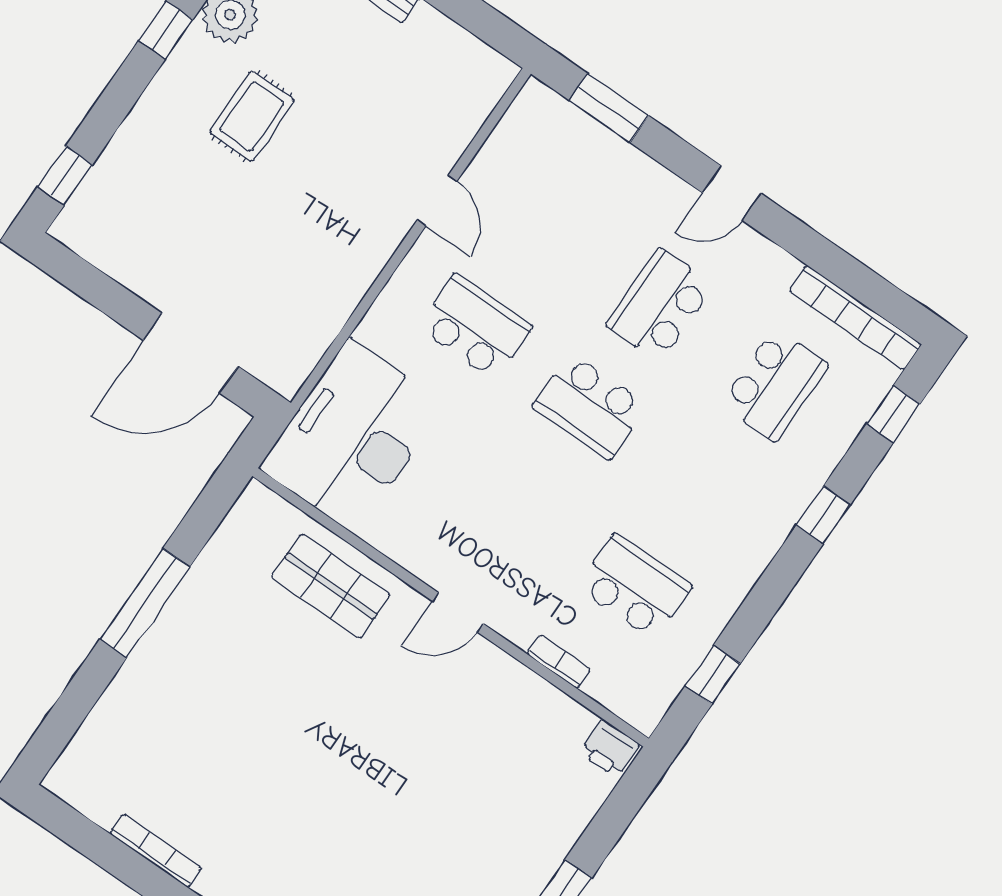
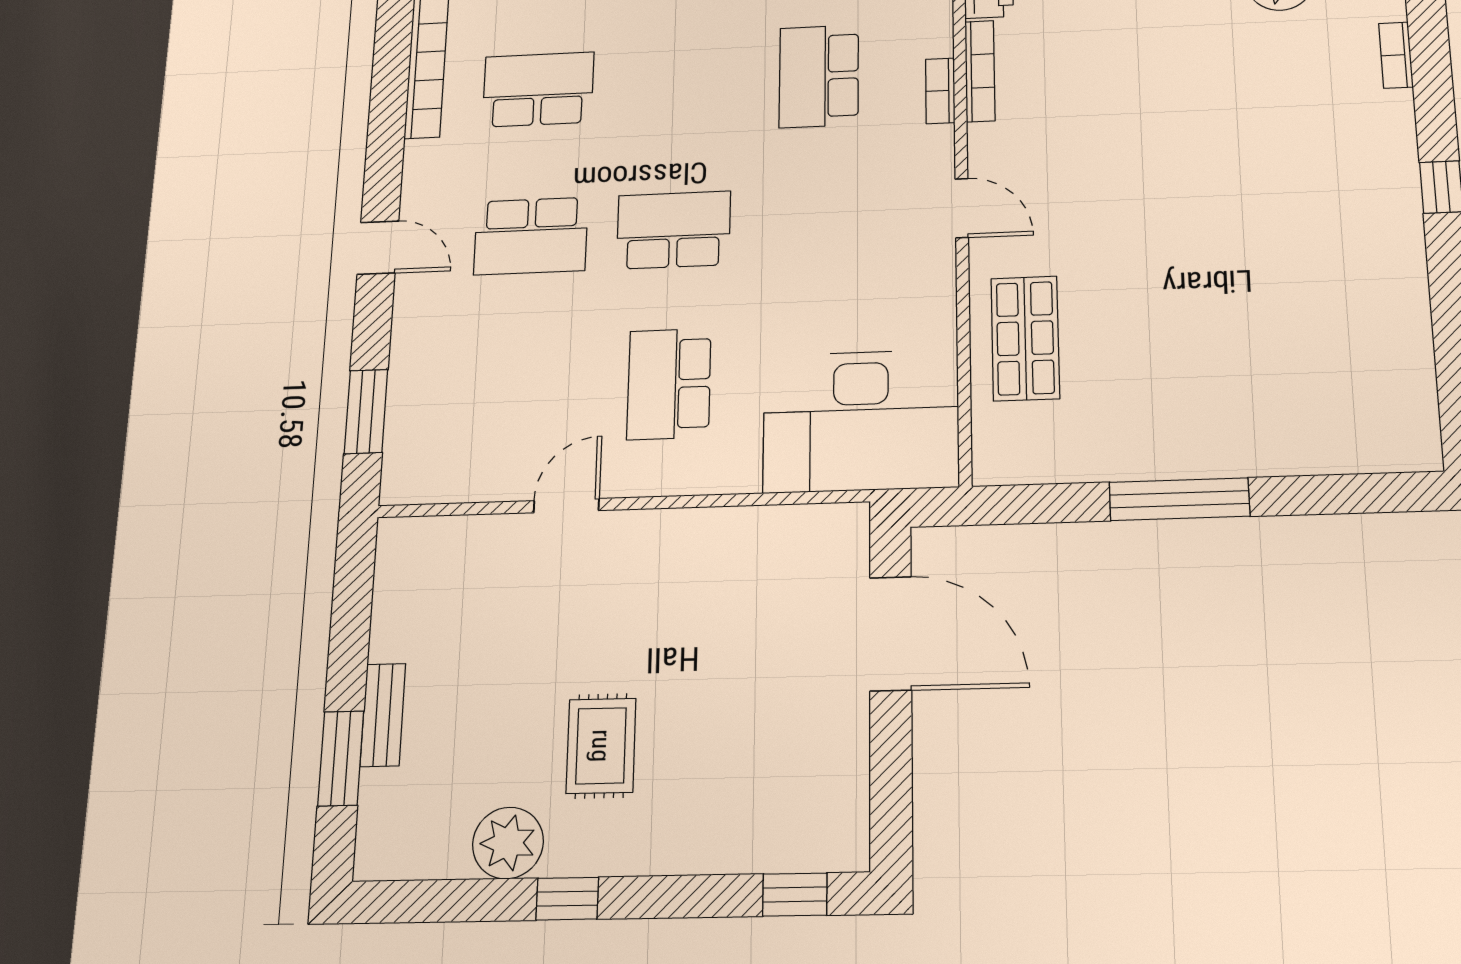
rug: (252, 116) -> (601, 746), turned 90
school desk: (590, 406) -> (674, 230), turned -90
bookcase: (156, 851) -> (980, 71), moved, turned 180

